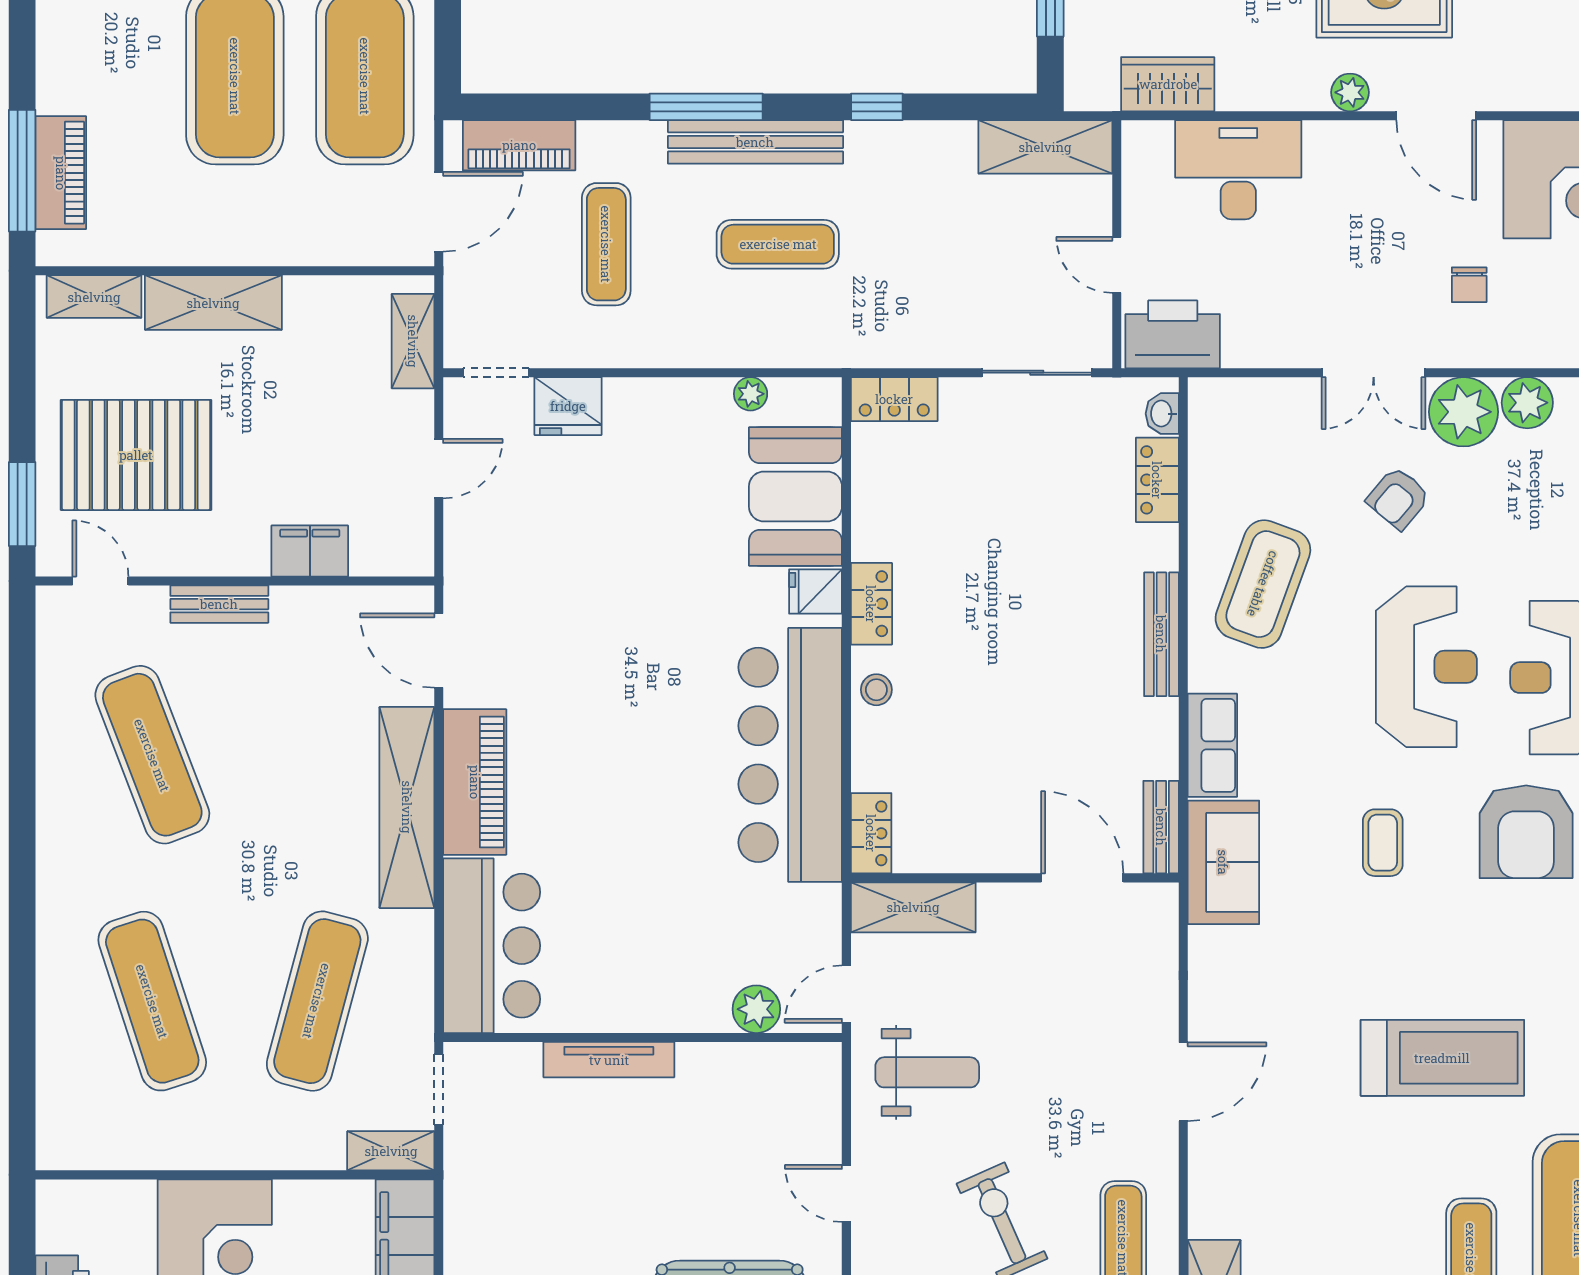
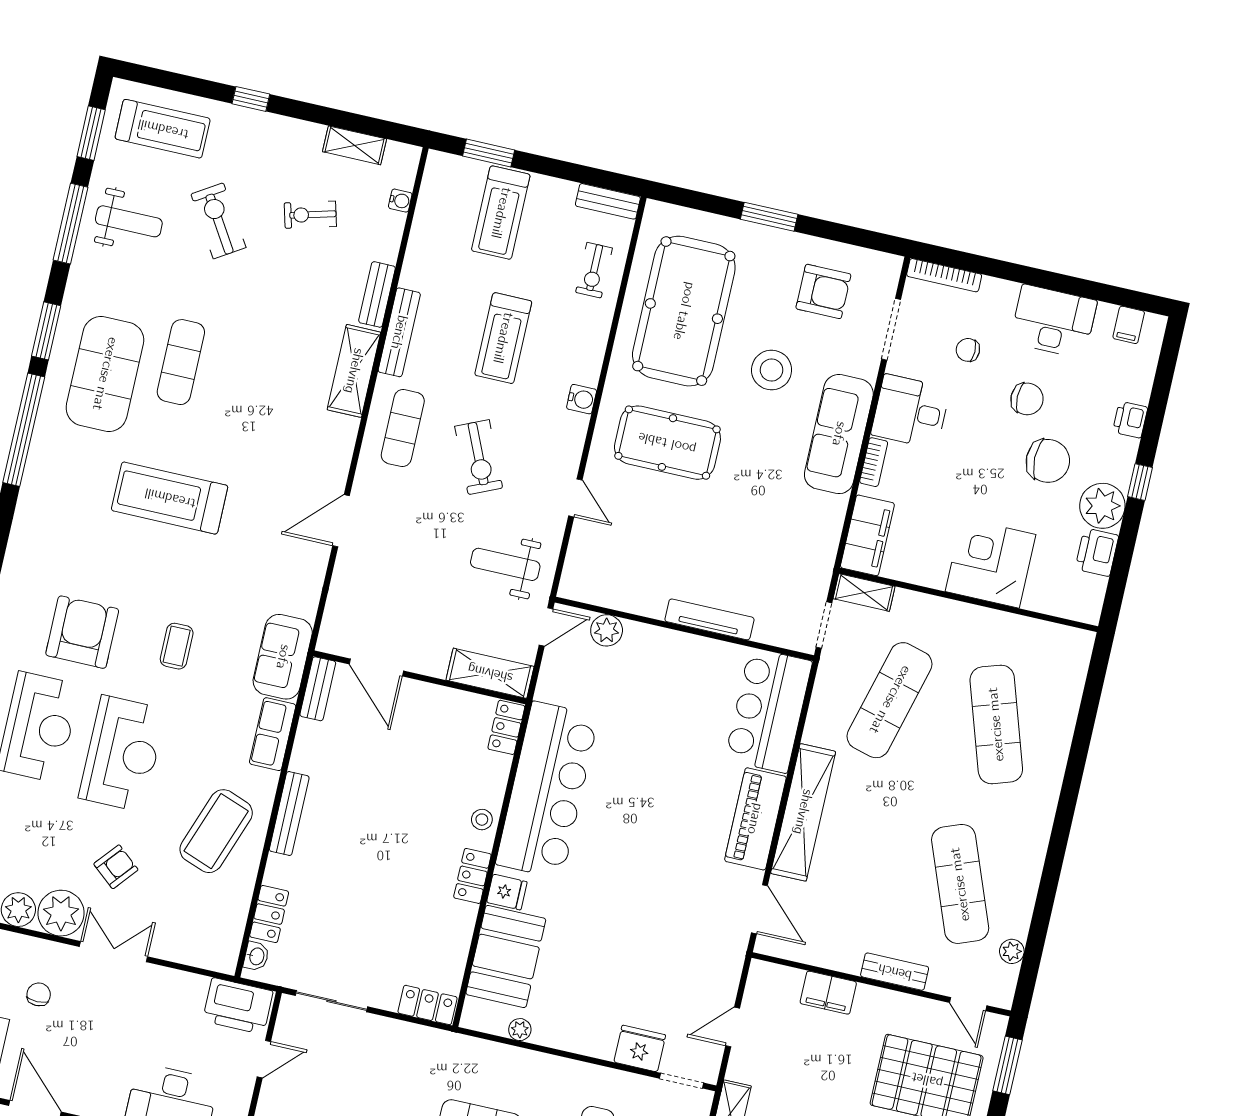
door: (1117, 265) -> (264, 1059), hinge flipped
reception desk: (1426, 667) -> (122, 754), turned 180
plant: (54, 673) -> (1012, 951), added

